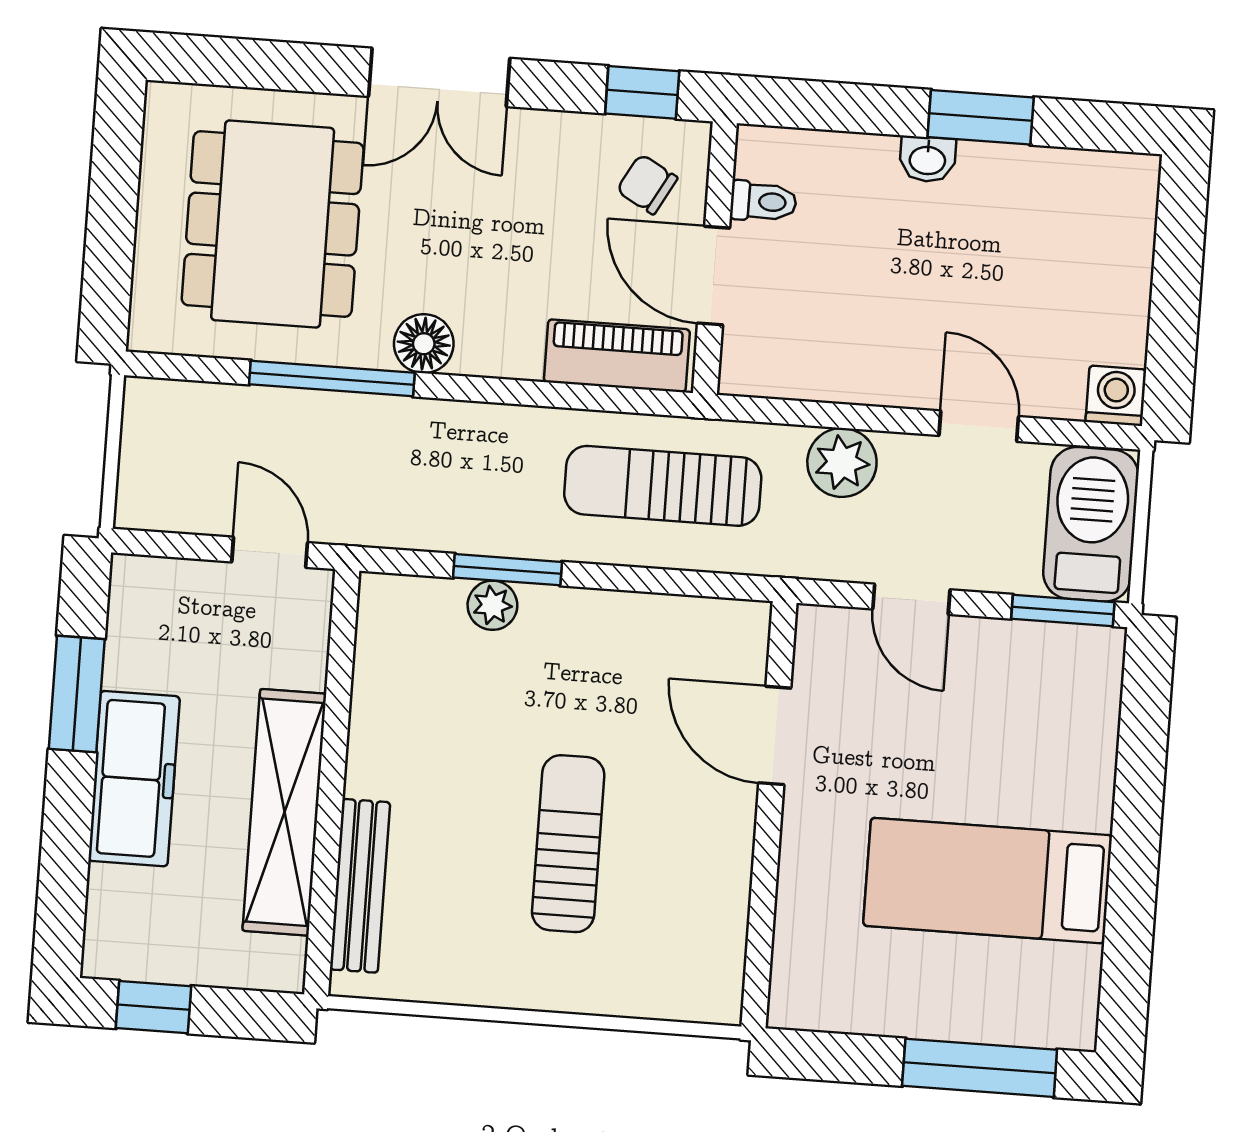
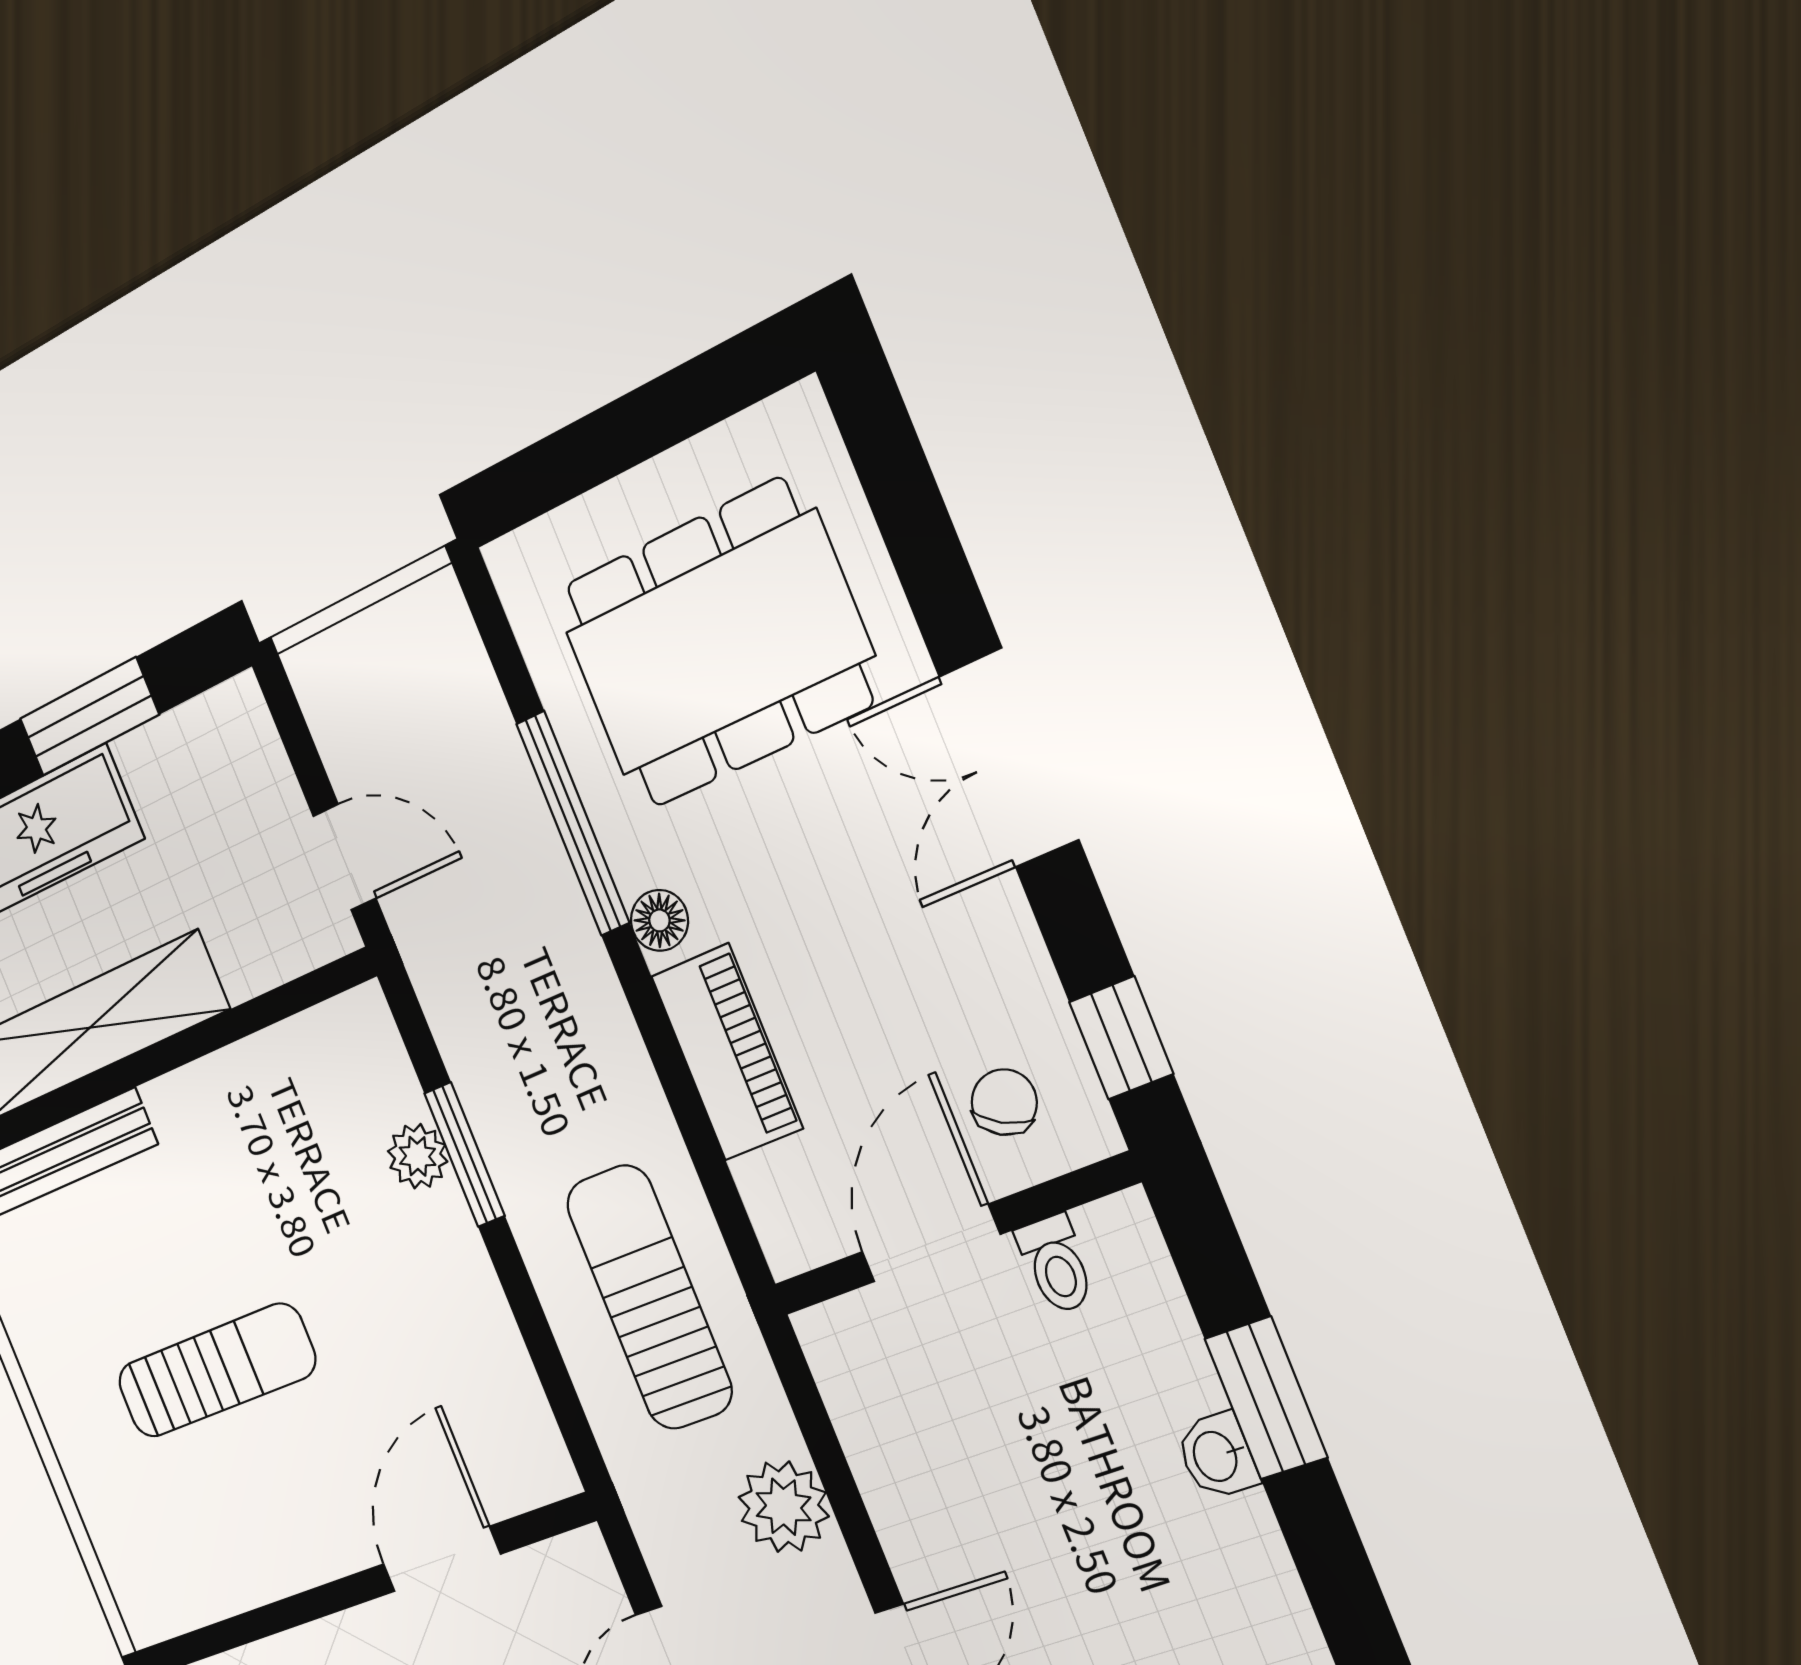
window: (981, 117) -> (1266, 1398), moved
floor lamp: (424, 344) -> (659, 920), width x0.73, depth x0.73
piano: (617, 356) -> (727, 1052), moved
door: (270, 552) -> (345, 857), hinge flipped

